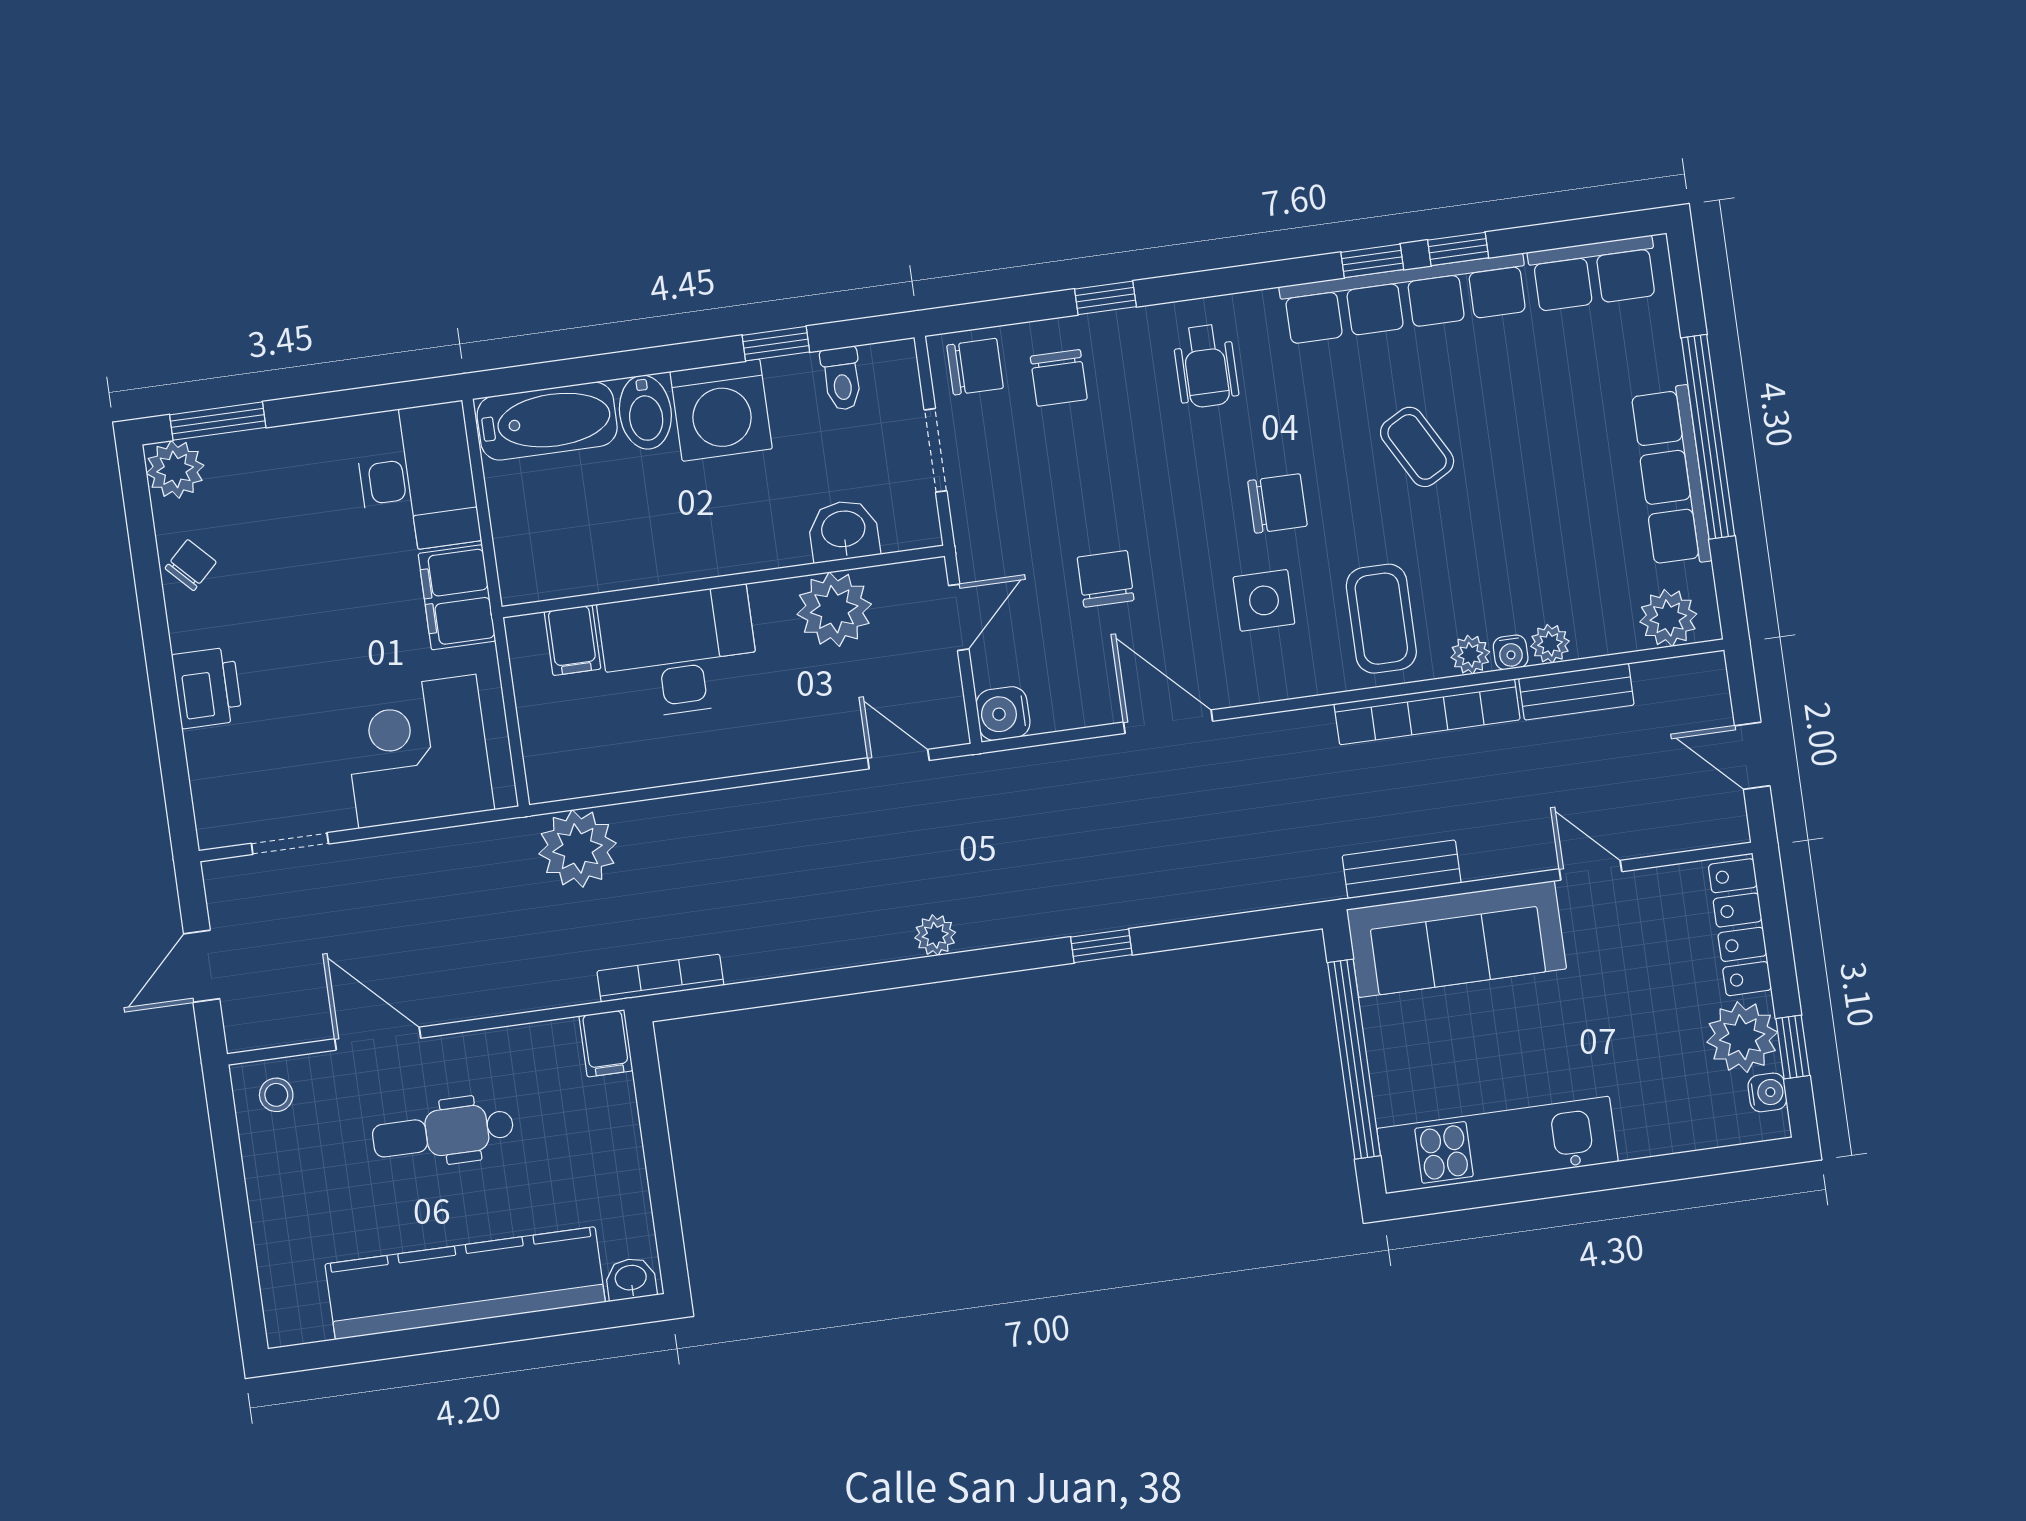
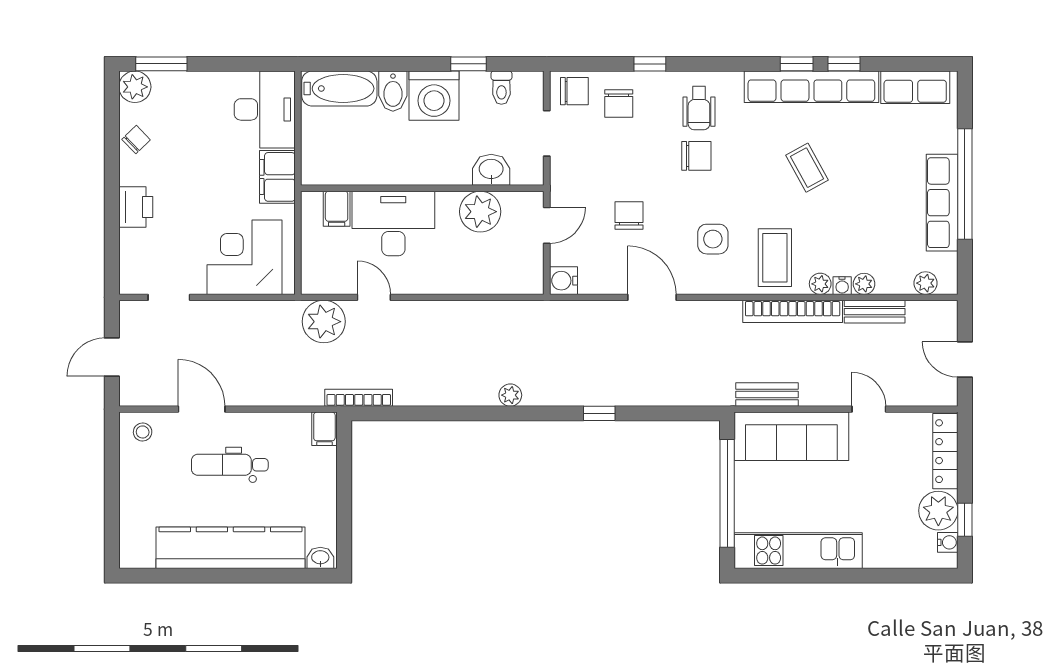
chair: (1277, 503) -> (696, 156), moved
plant: (1668, 618) -> (926, 283), width x0.73, depth x0.73
door: (898, 759) -> (374, 297), moved

